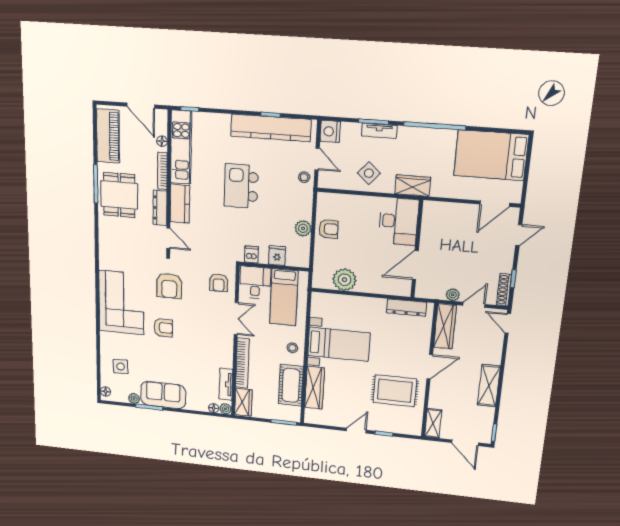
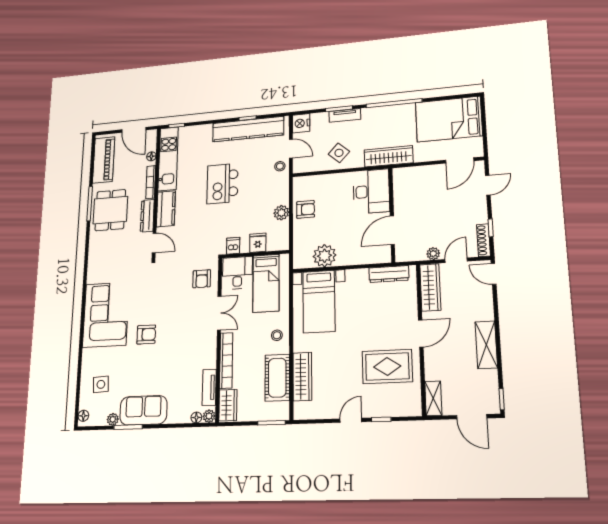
wardrobe: (413, 186) -> (389, 156), width x1.50
armchair: (169, 286) -> (153, 290), removed
bed with nightstands: (339, 344) -> (319, 301), moved, turned 90

